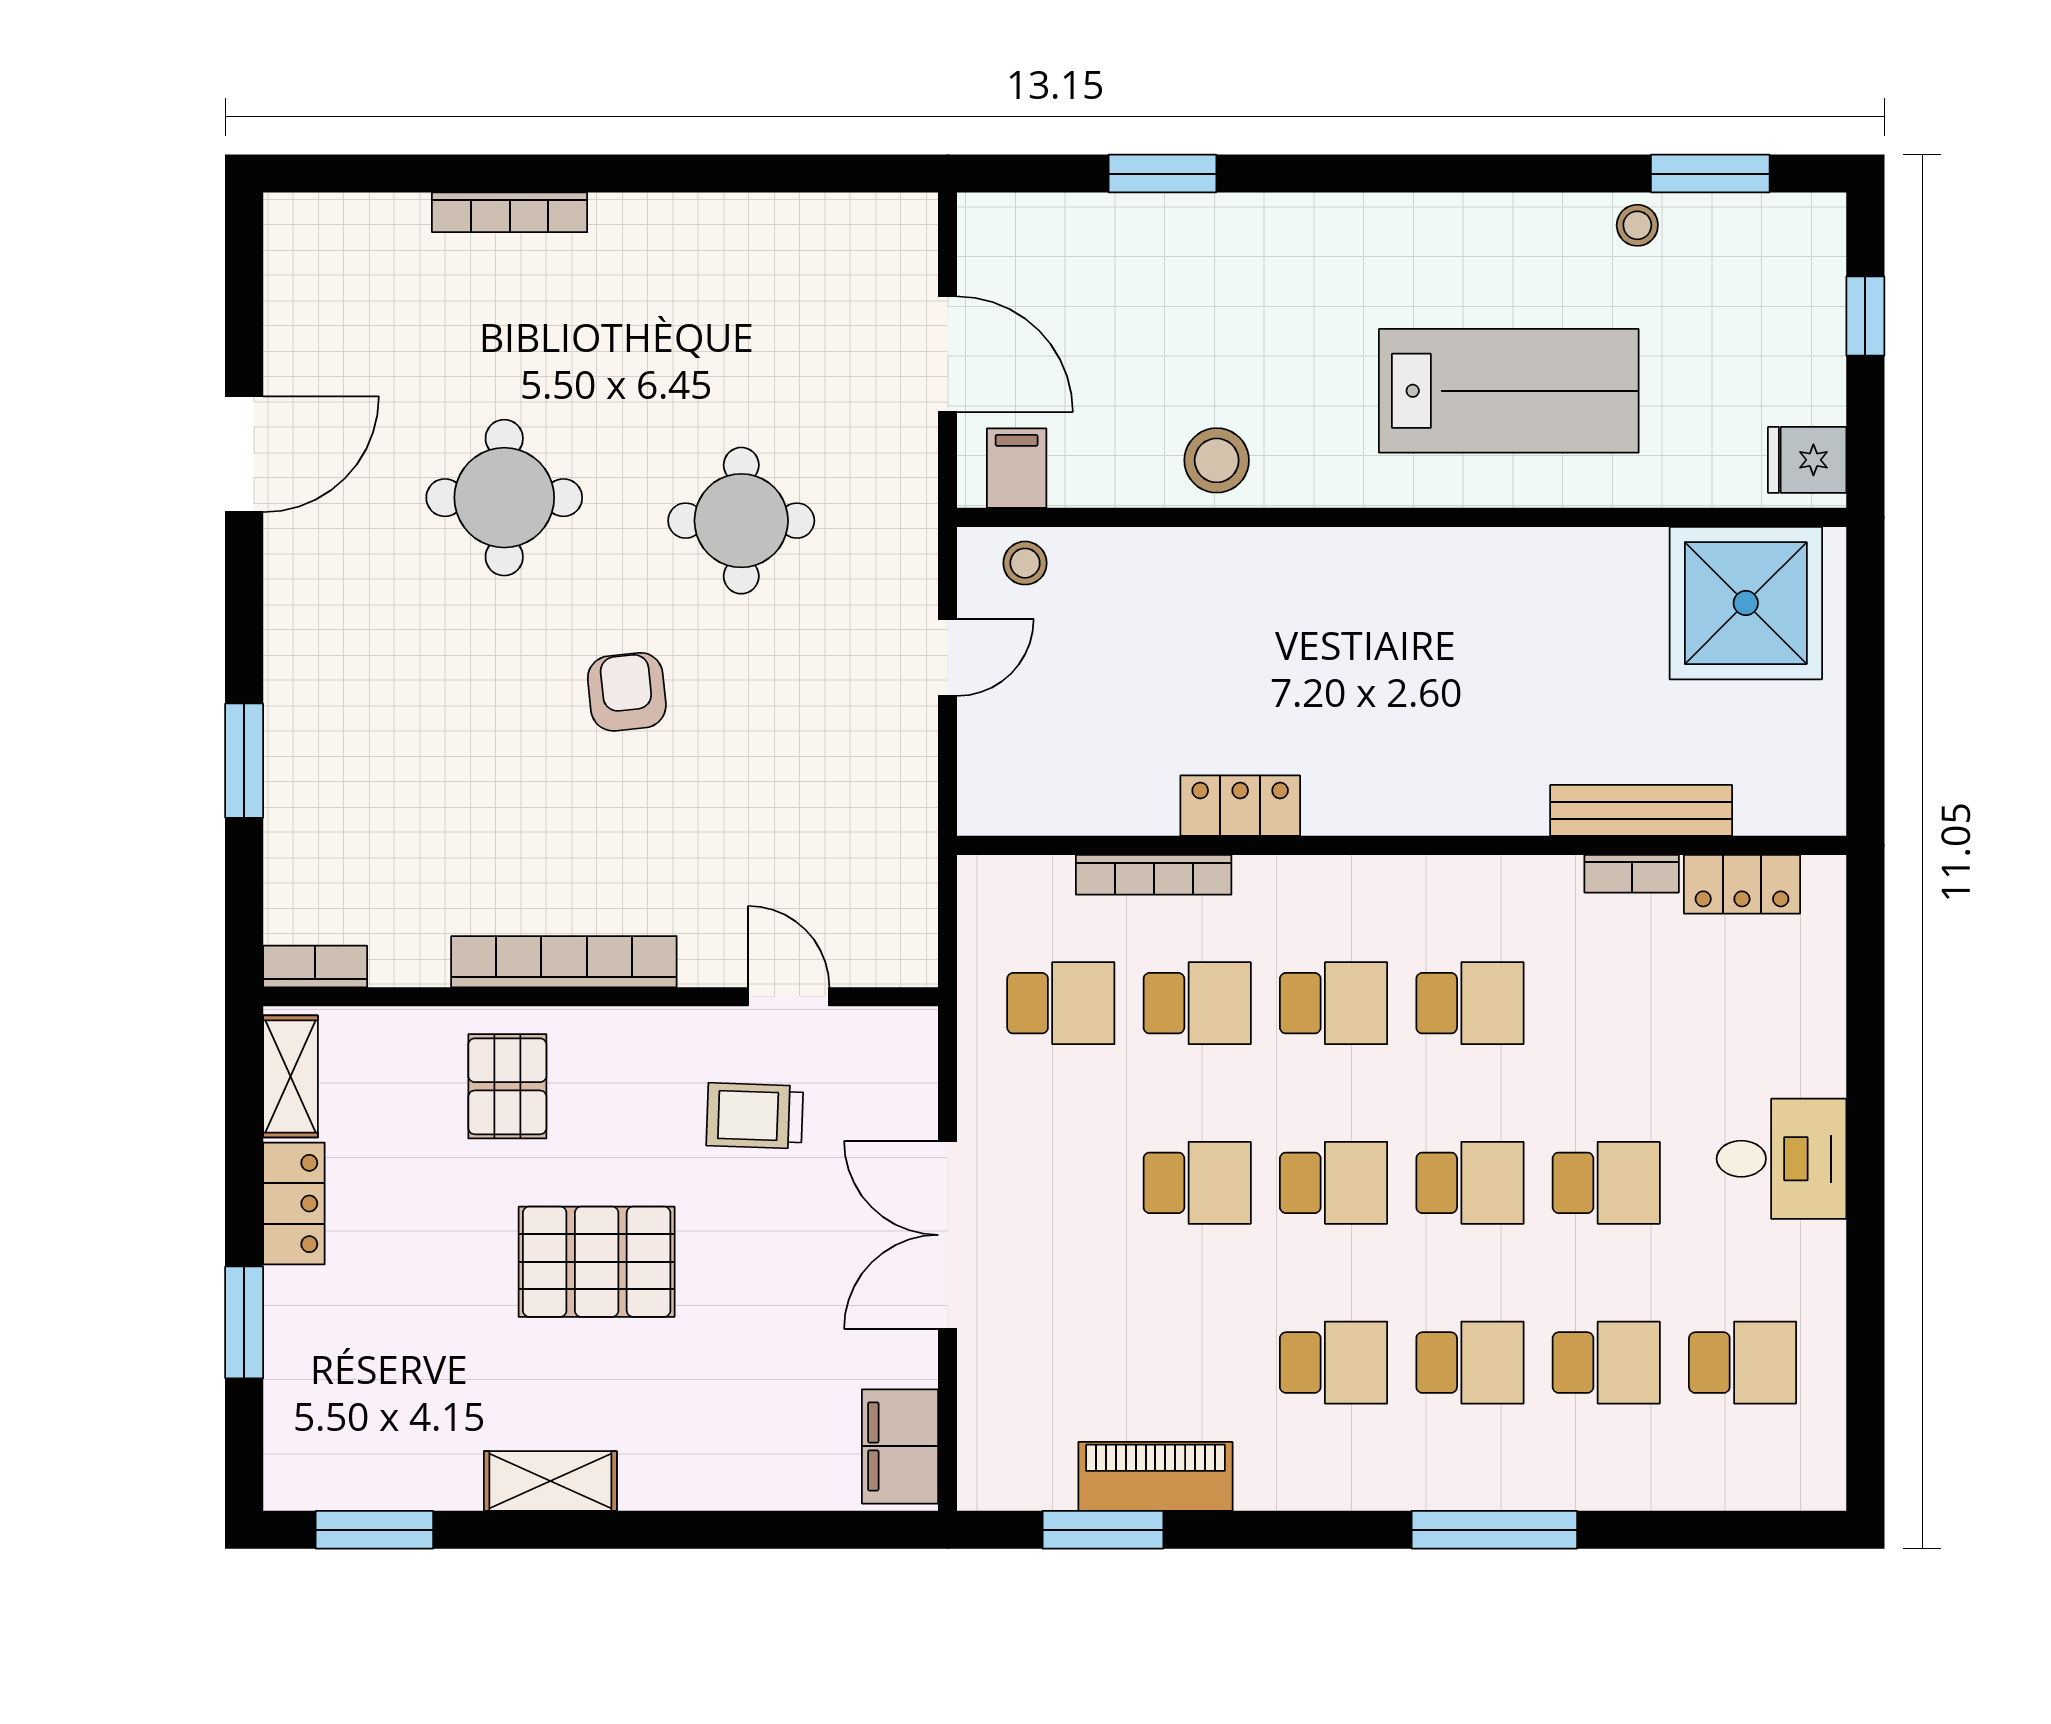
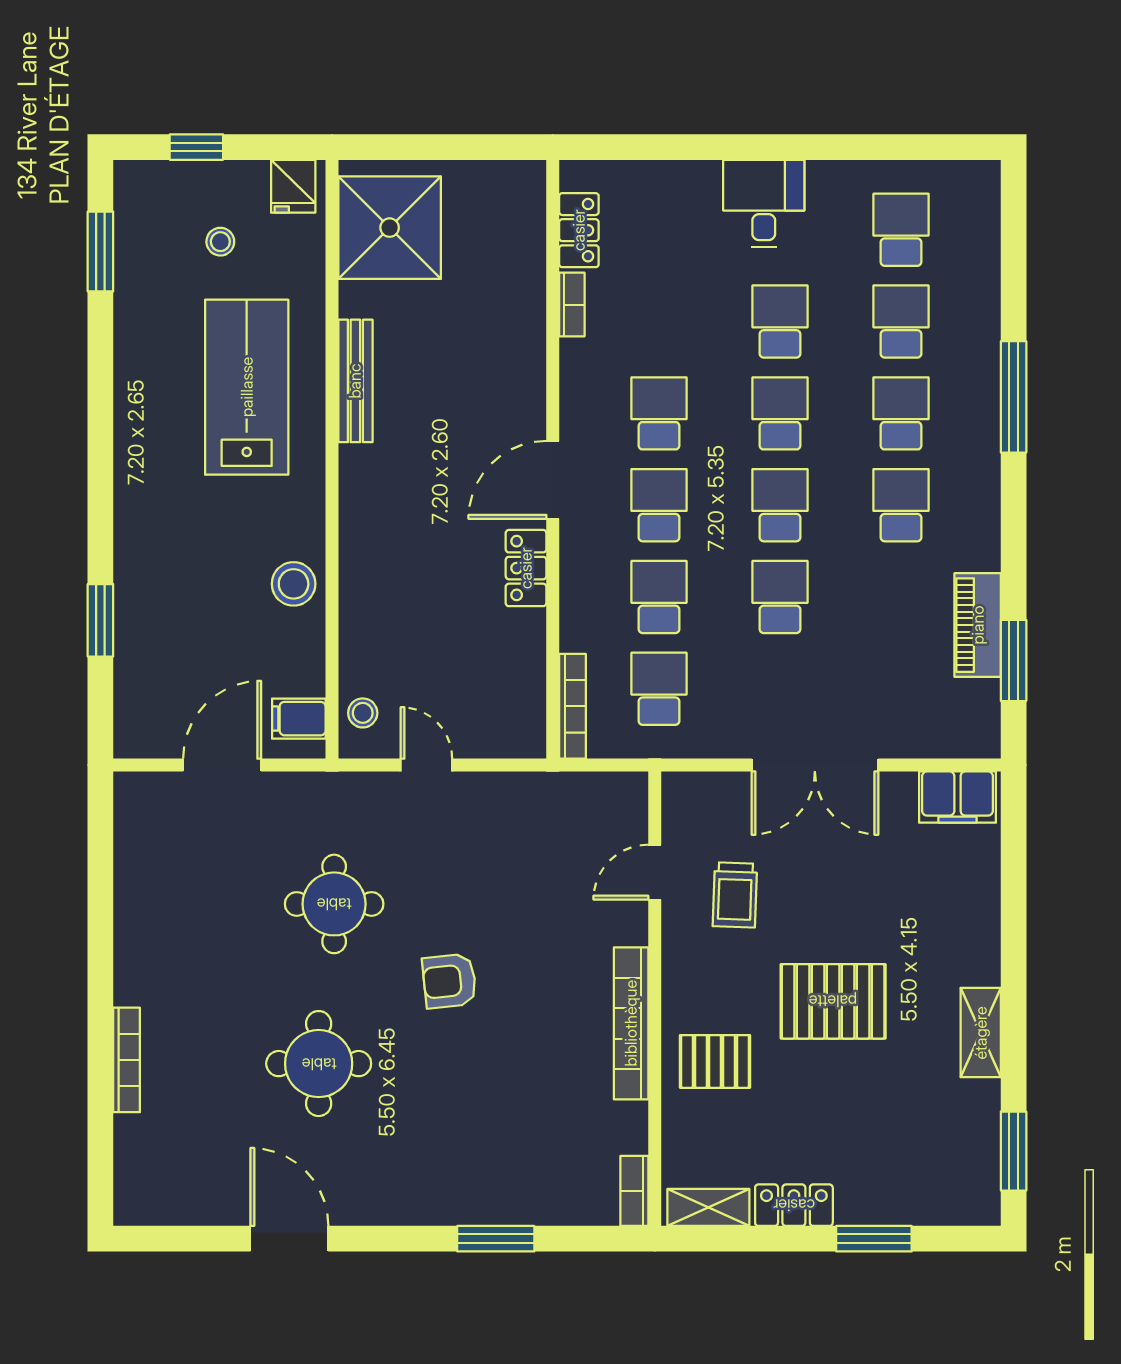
stool: (1637, 225) -> (220, 242), moved
bench: (1641, 810) -> (355, 381), moved
door: (1371, 845) -> (553, 480), added
bookcase: (1154, 875) -> (573, 706), moved
pallet: (597, 1262) -> (833, 1001), turned 90

